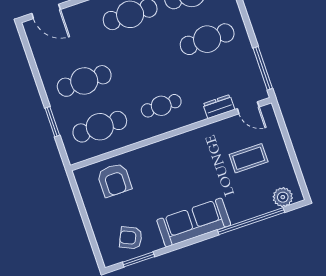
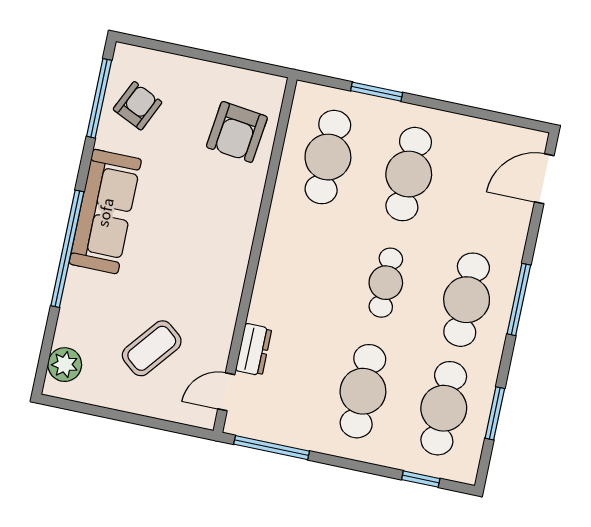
cafe table: (161, 106) -> (386, 283), moved
coffee table: (249, 158) -> (152, 348), turned 39
armchair: (114, 180) -> (237, 132), turned -83
window: (251, 221) -> (67, 249), moved
window: (139, 259) -> (99, 98), width x1.44

